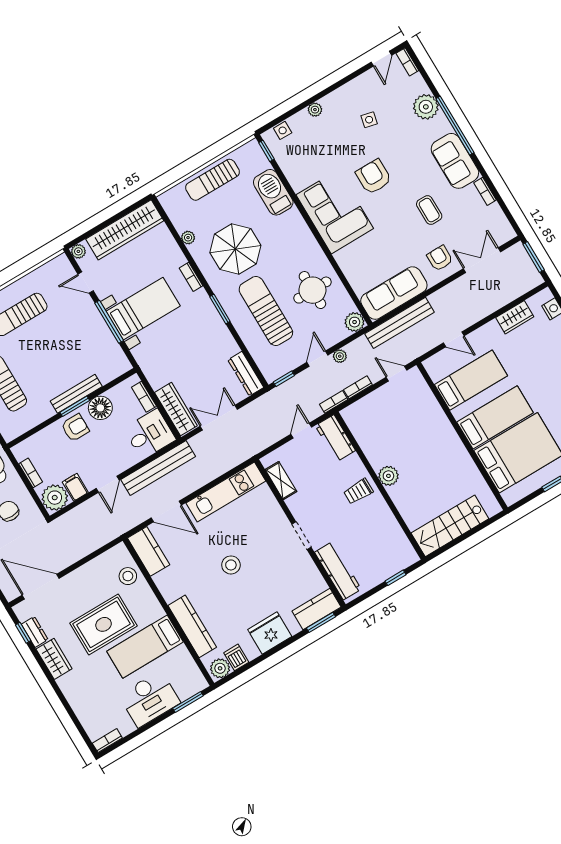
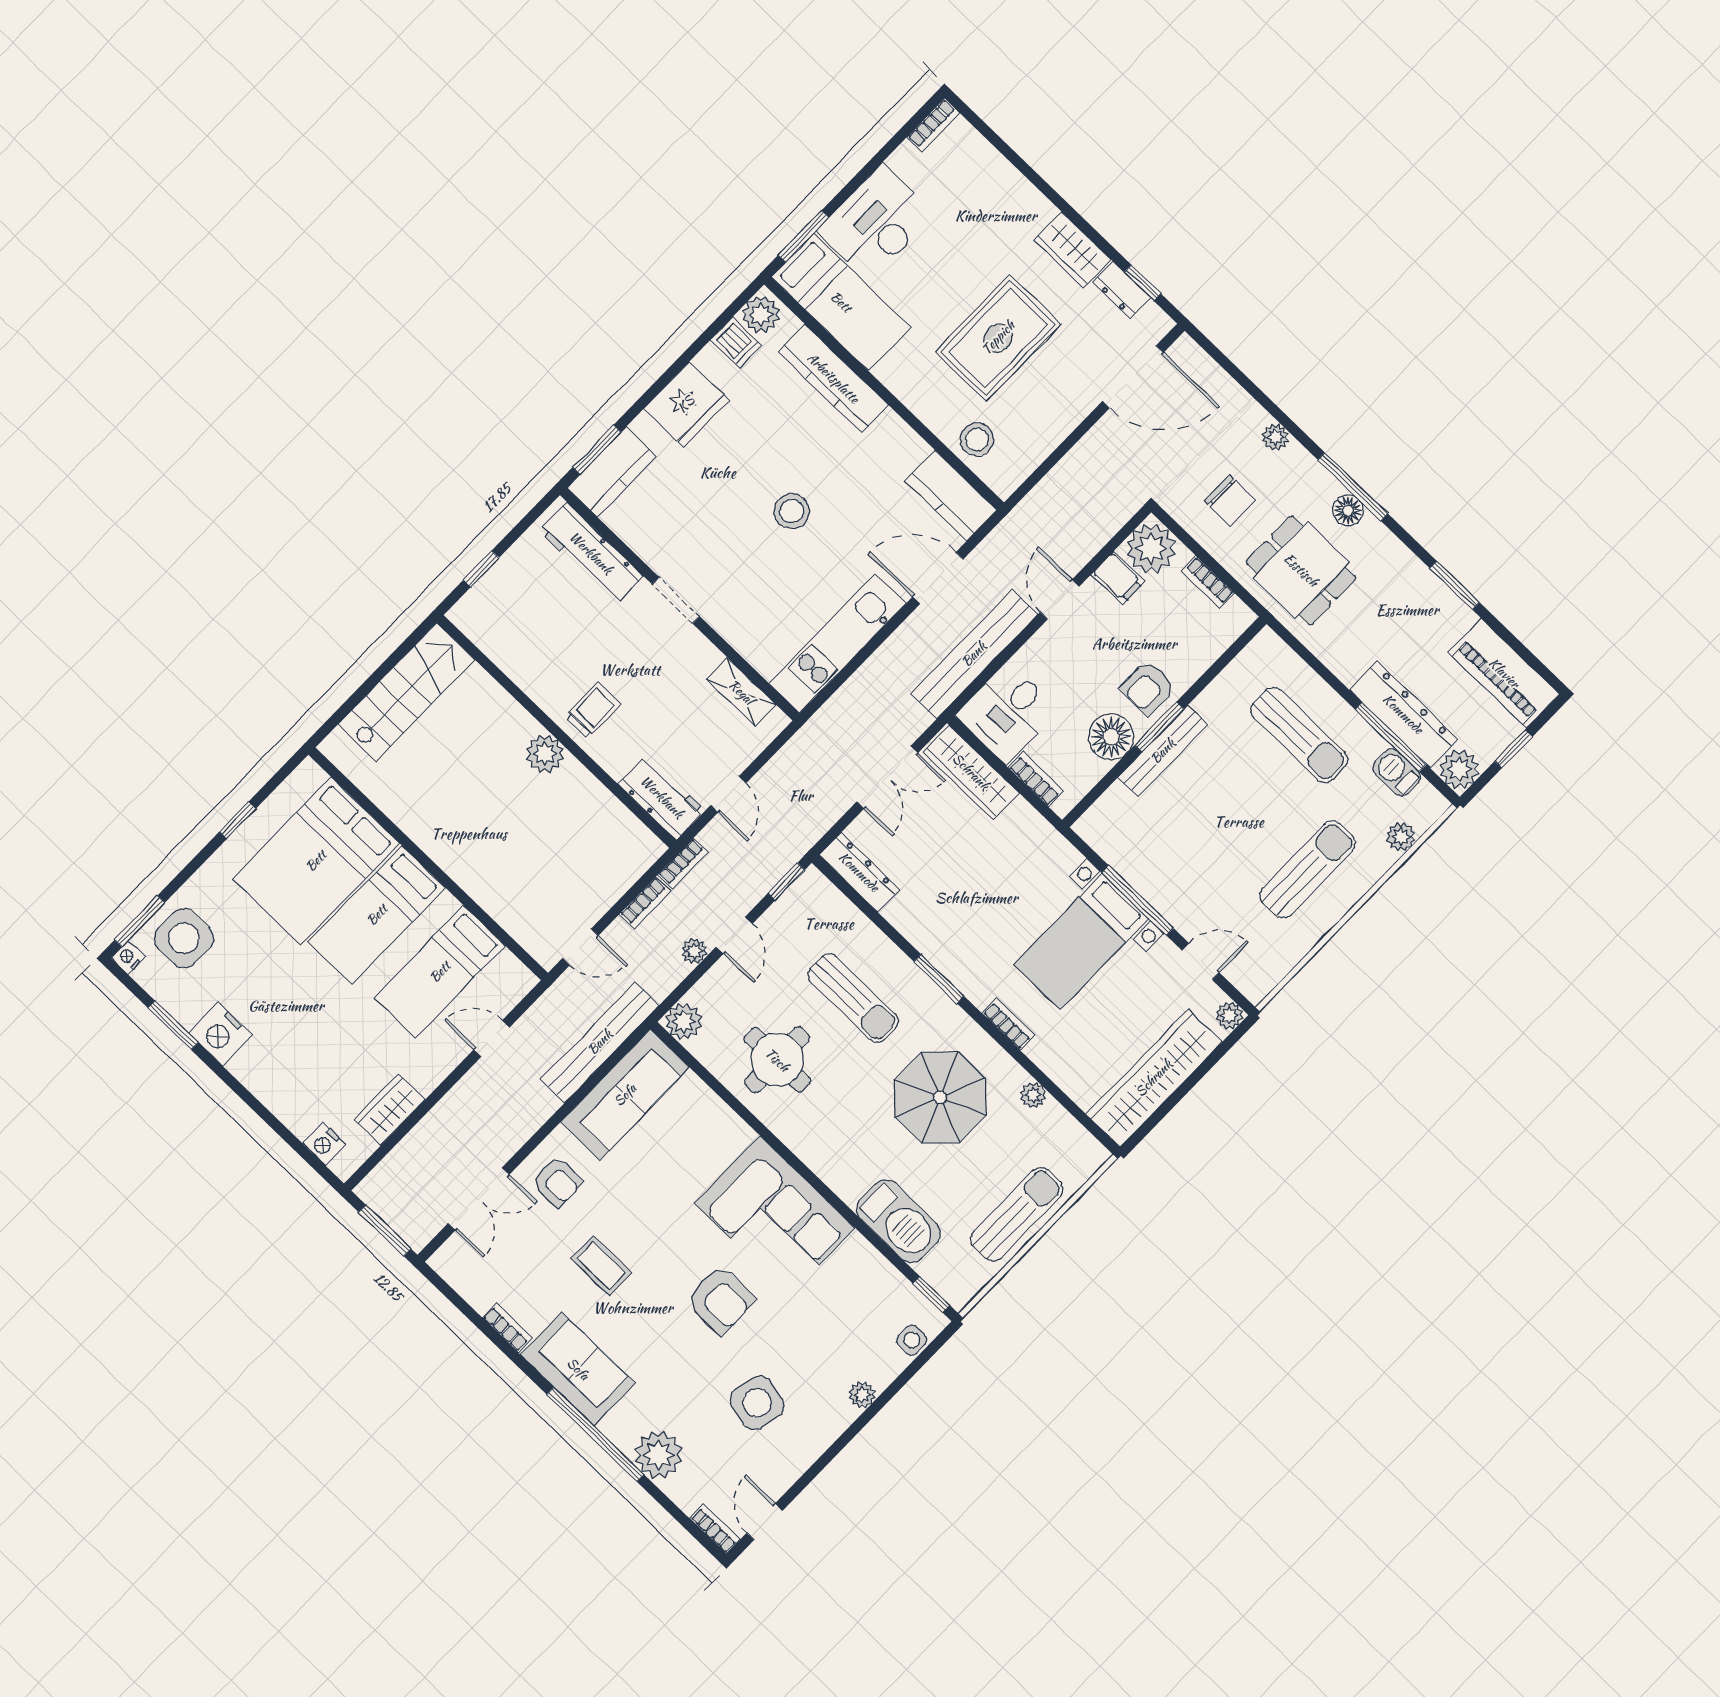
side table: (369, 120) -> (757, 1403), width x1.87, depth x1.87
sun lounger: (266, 311) -> (853, 998), width x0.73, depth x0.75
bed: (145, 647) -> (841, 302), moved, turned 90

